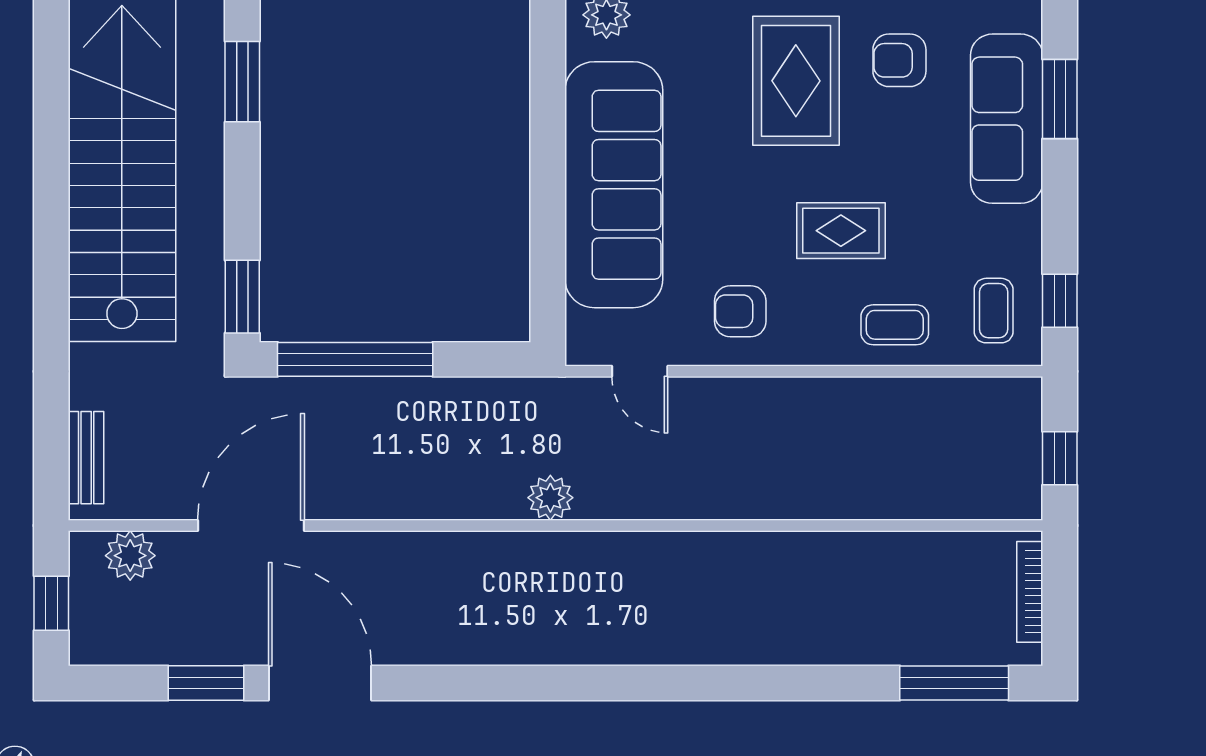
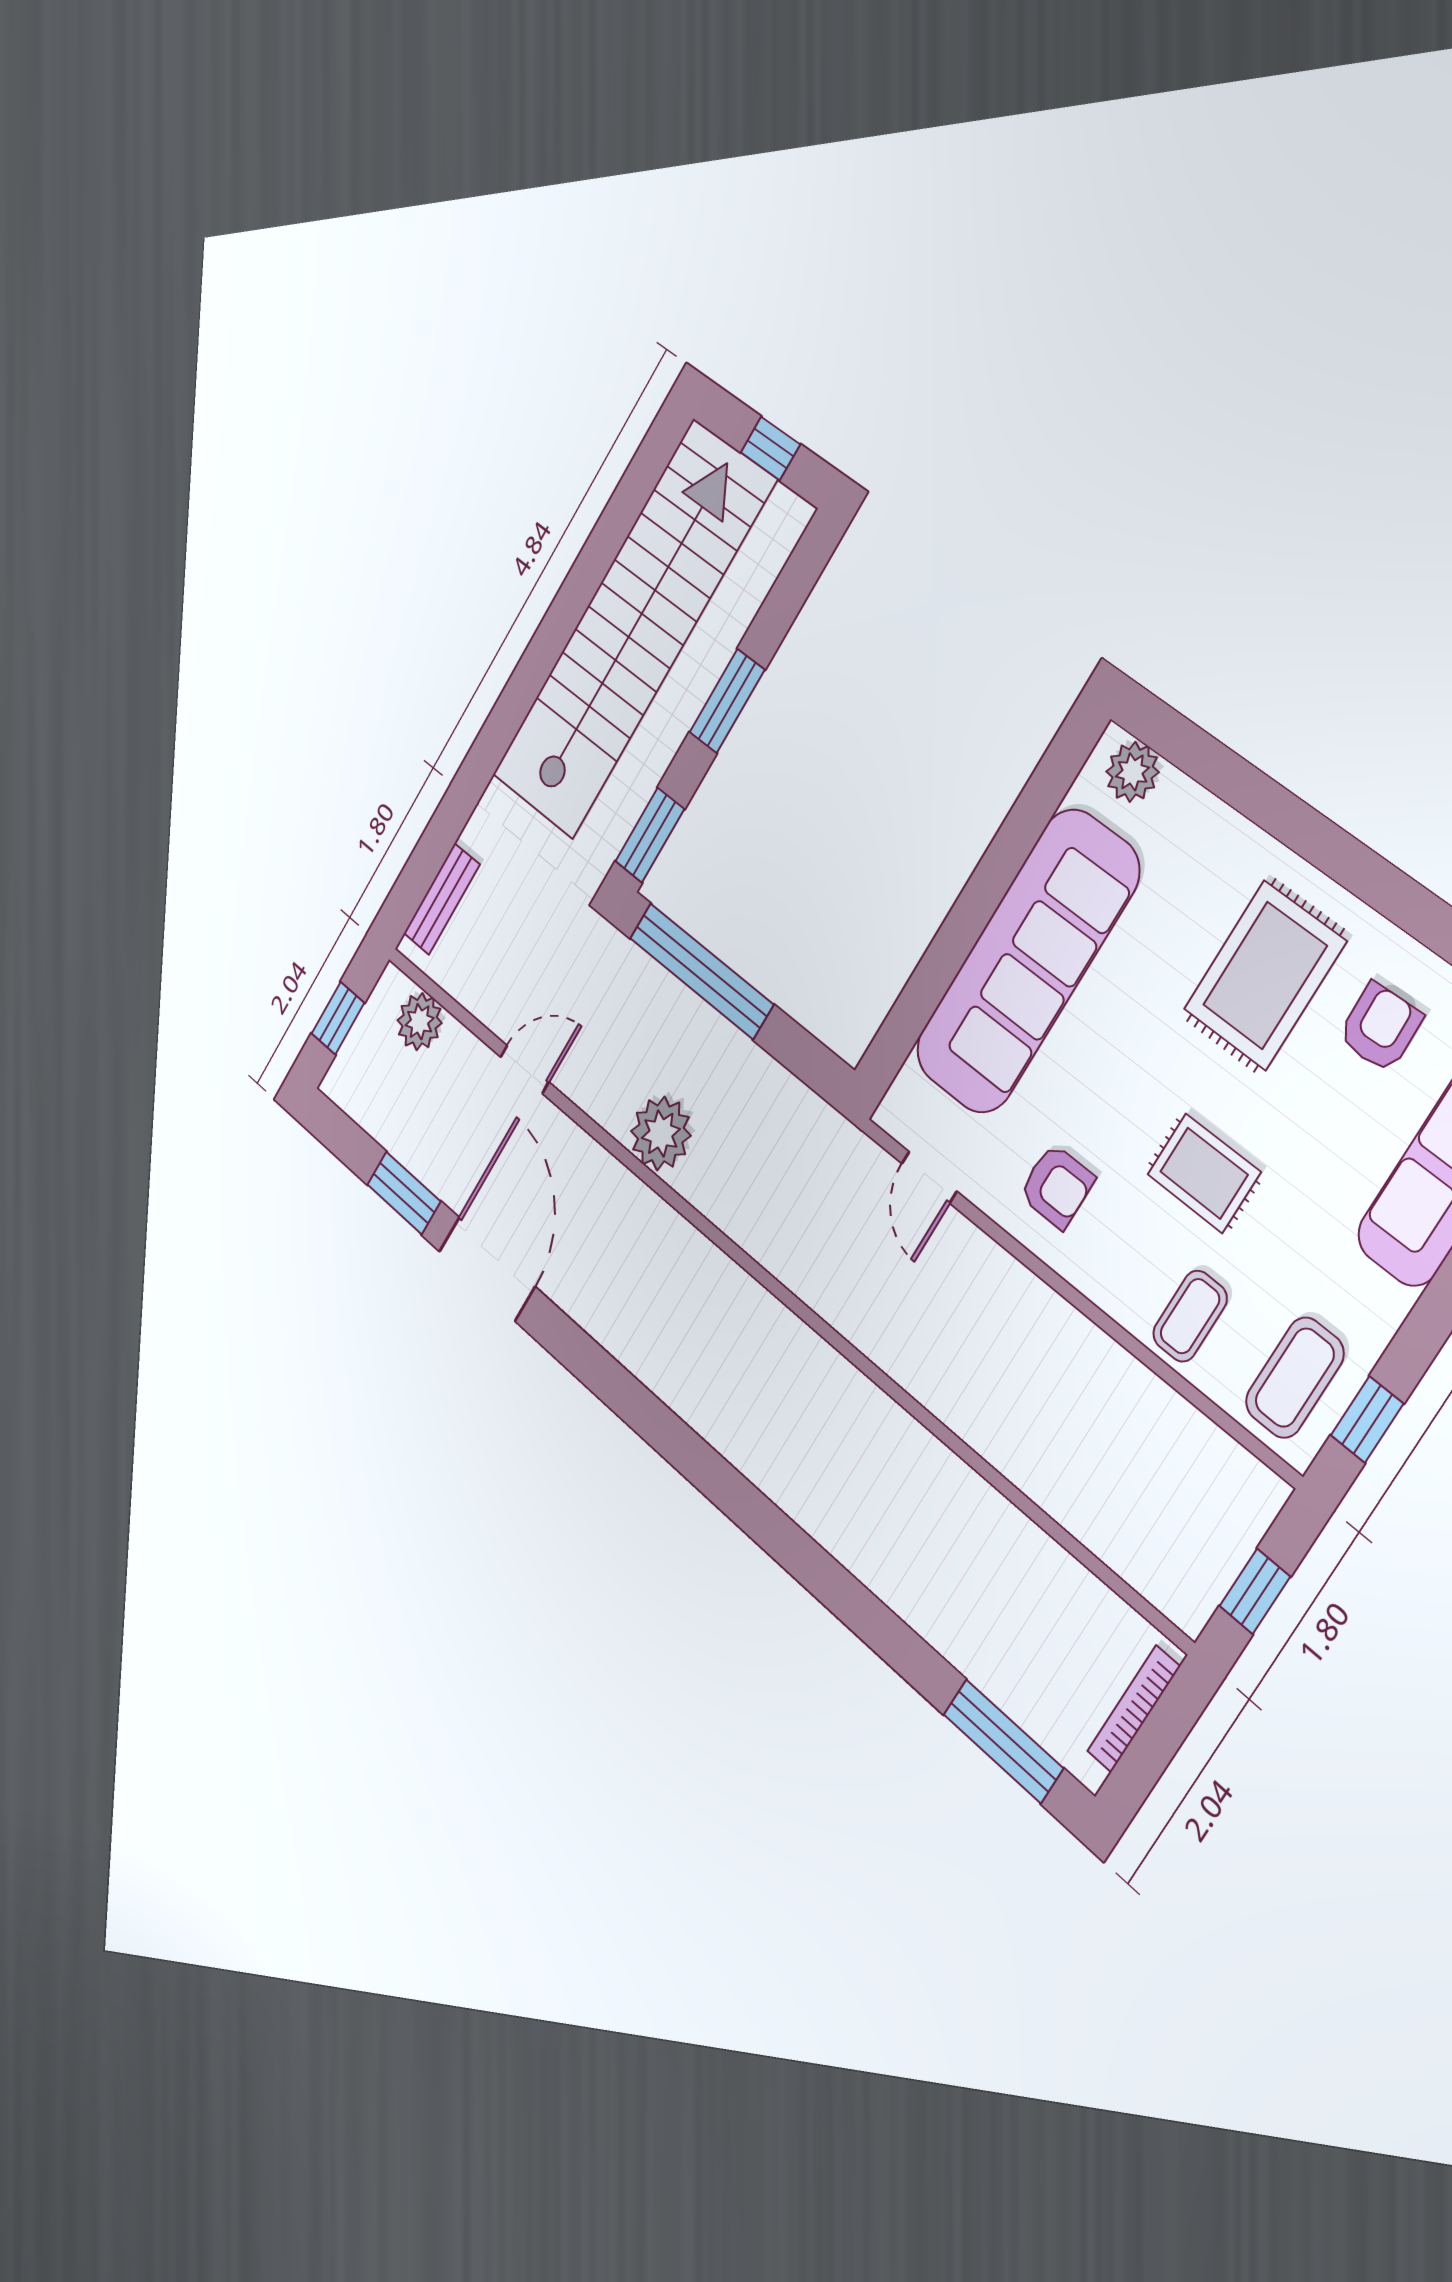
armchair: (899, 60) -> (1380, 1027), turned 88
window: (242, 82) -> (727, 701), moved
armchair: (740, 311) -> (1057, 1186), turned 180
coffee table: (994, 311) -> (1295, 1378), width x1.36, depth x1.30
coffee table: (895, 325) -> (1190, 1316), turned 90
plant: (550, 498) -> (661, 1133), moved, width x1.36, depth x1.36
door: (251, 525) -> (525, 1069), width x0.53

